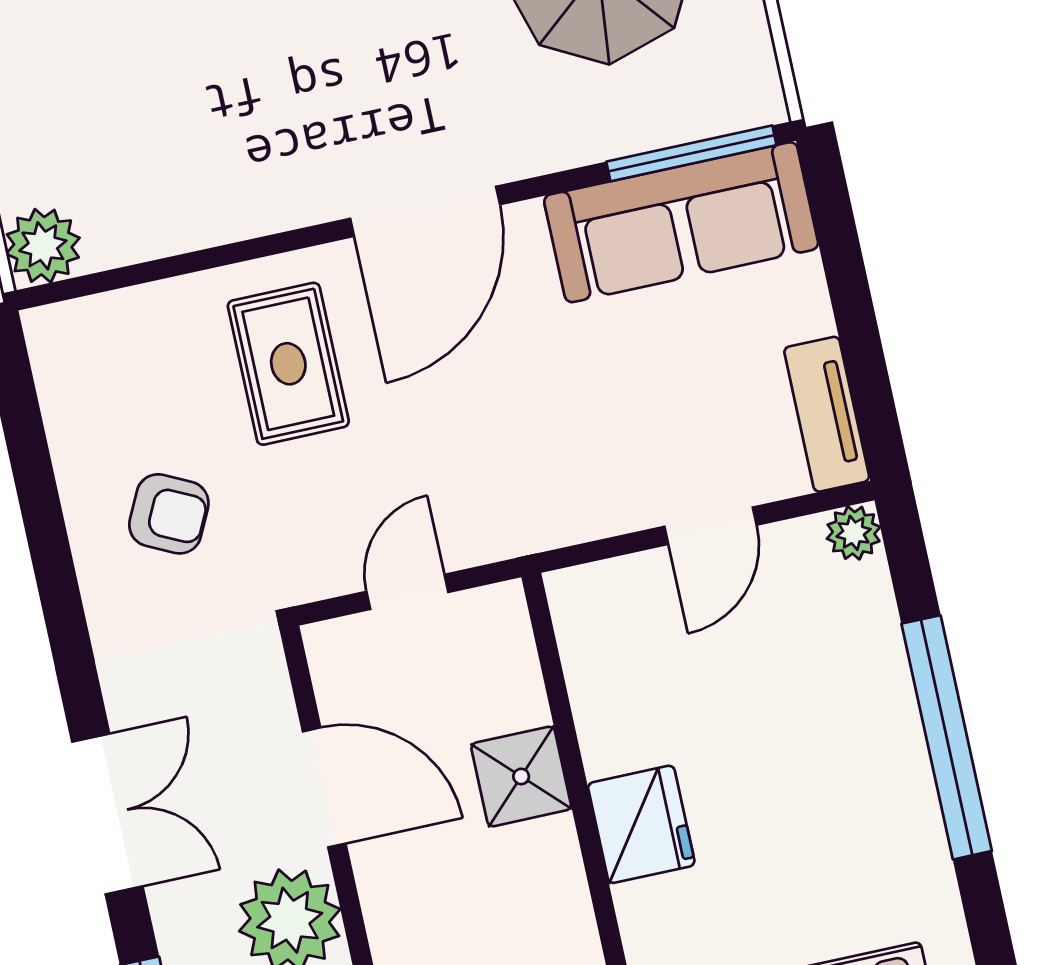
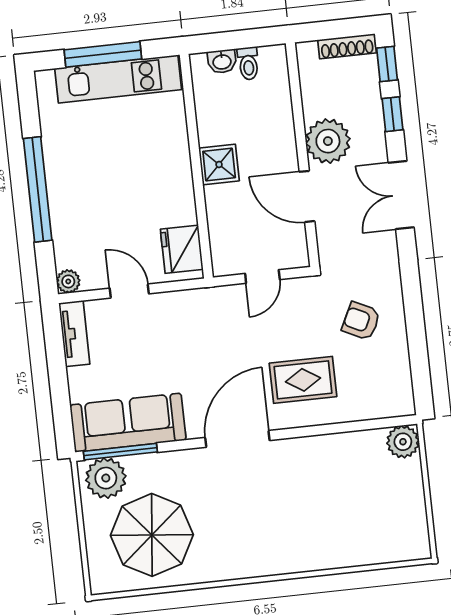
plant: (719, 89) -> (106, 478), added
rug: (288, 364) -> (303, 380), turned 90
door: (711, 526) -> (129, 291), hinge flipped
shower: (521, 776) -> (219, 165), moved
fridge: (641, 824) -> (182, 249), moved

